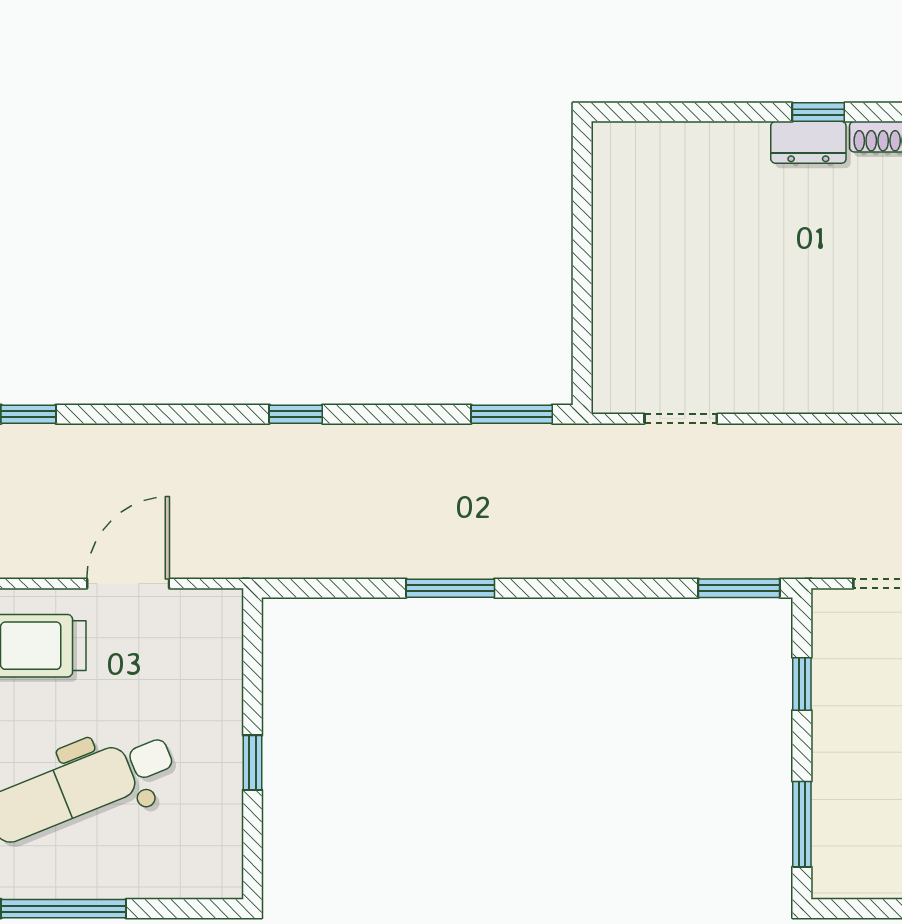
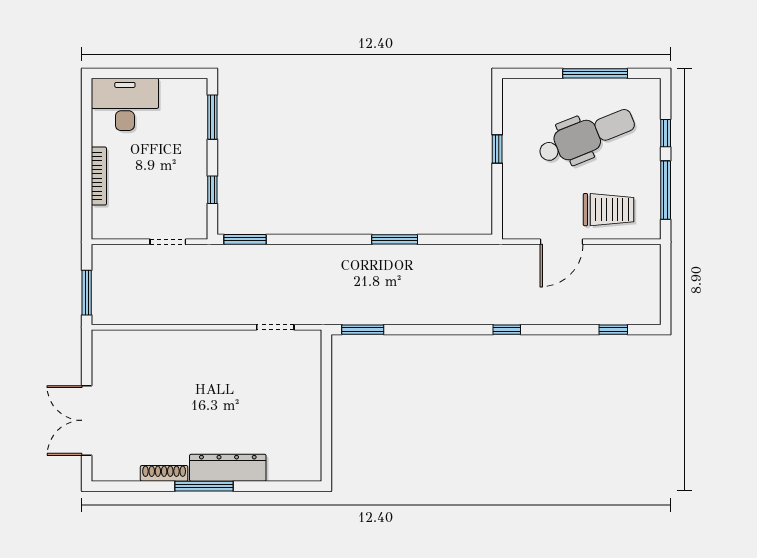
window: (818, 112) -> (204, 486), width x2.17
dresser: (808, 142) -> (228, 468), width x1.96, depth x1.24
window: (296, 414) -> (507, 330), moved

